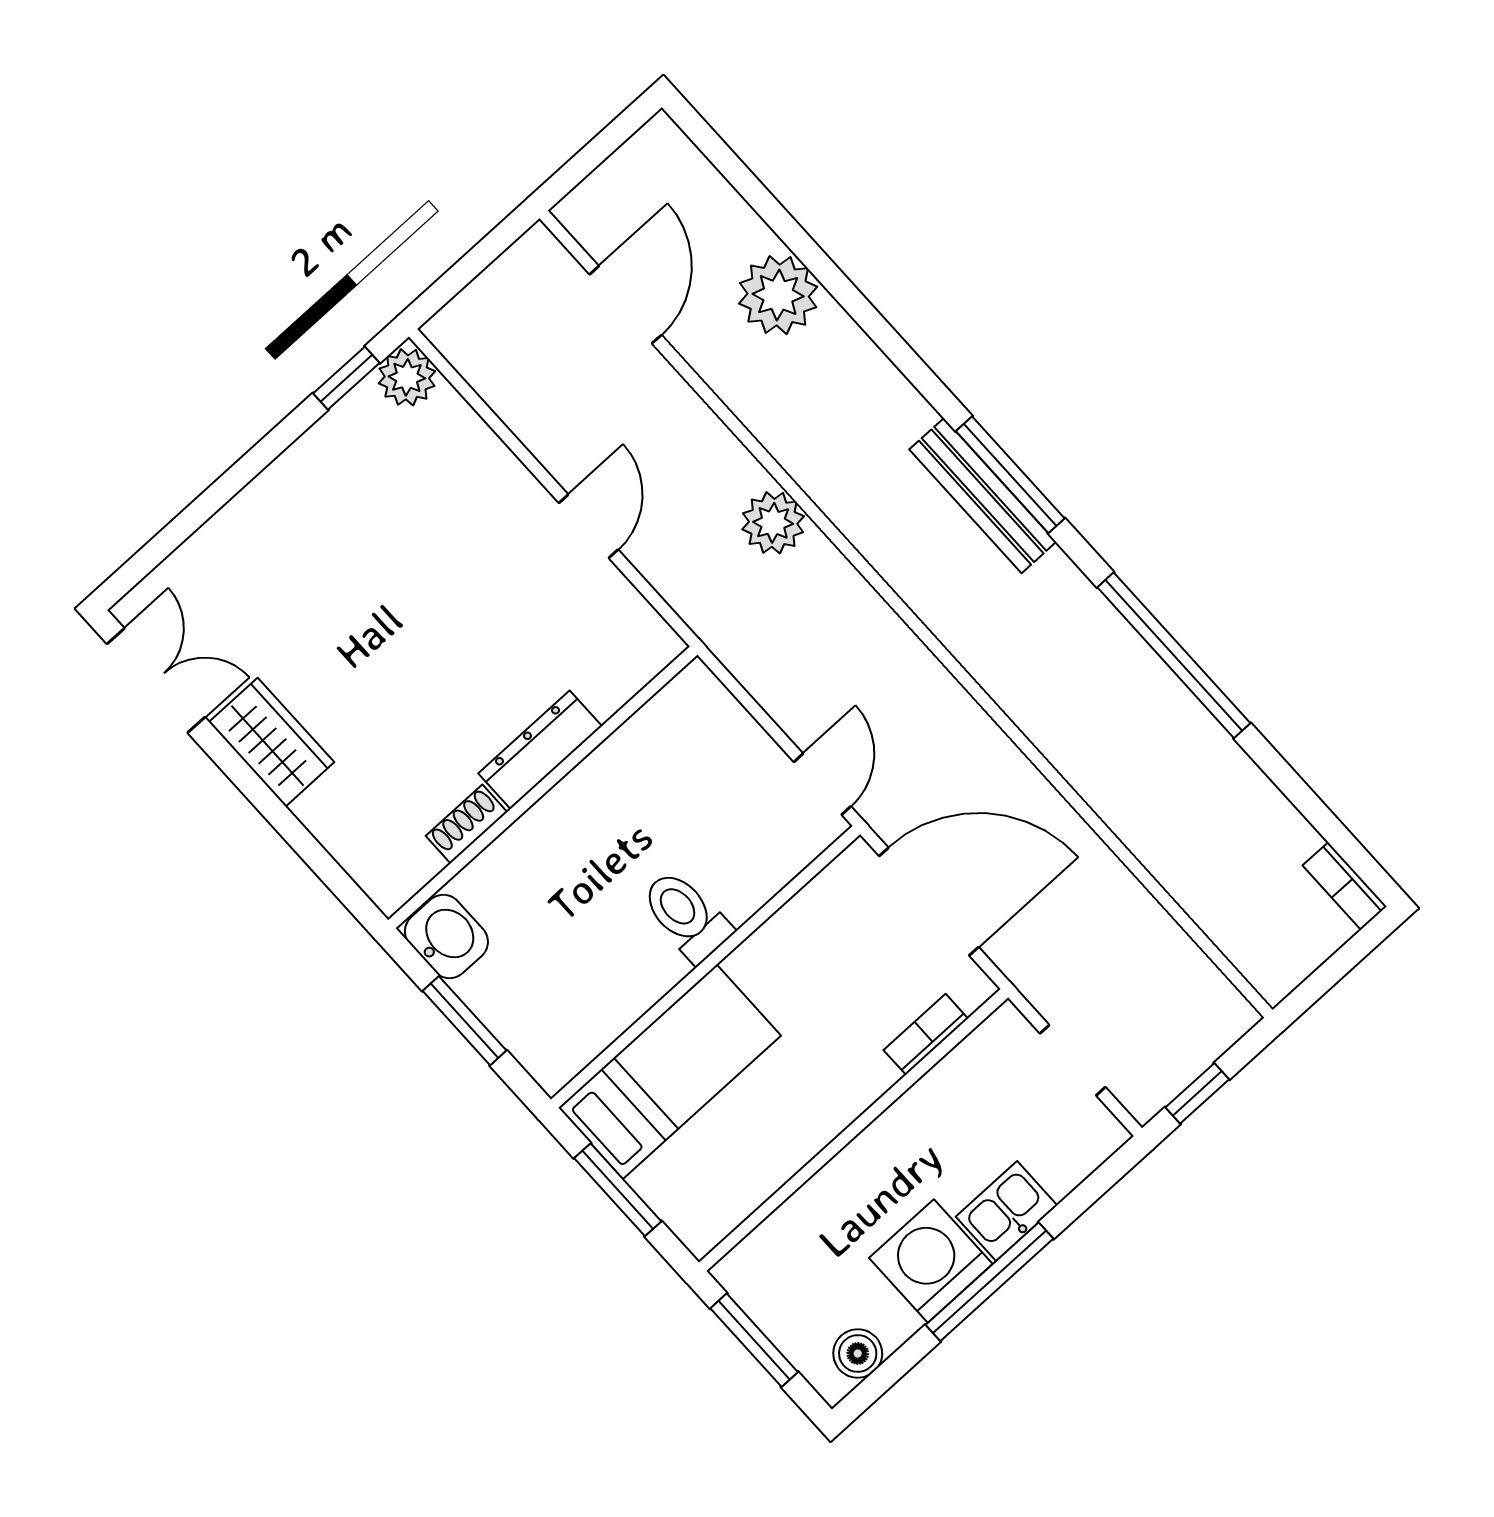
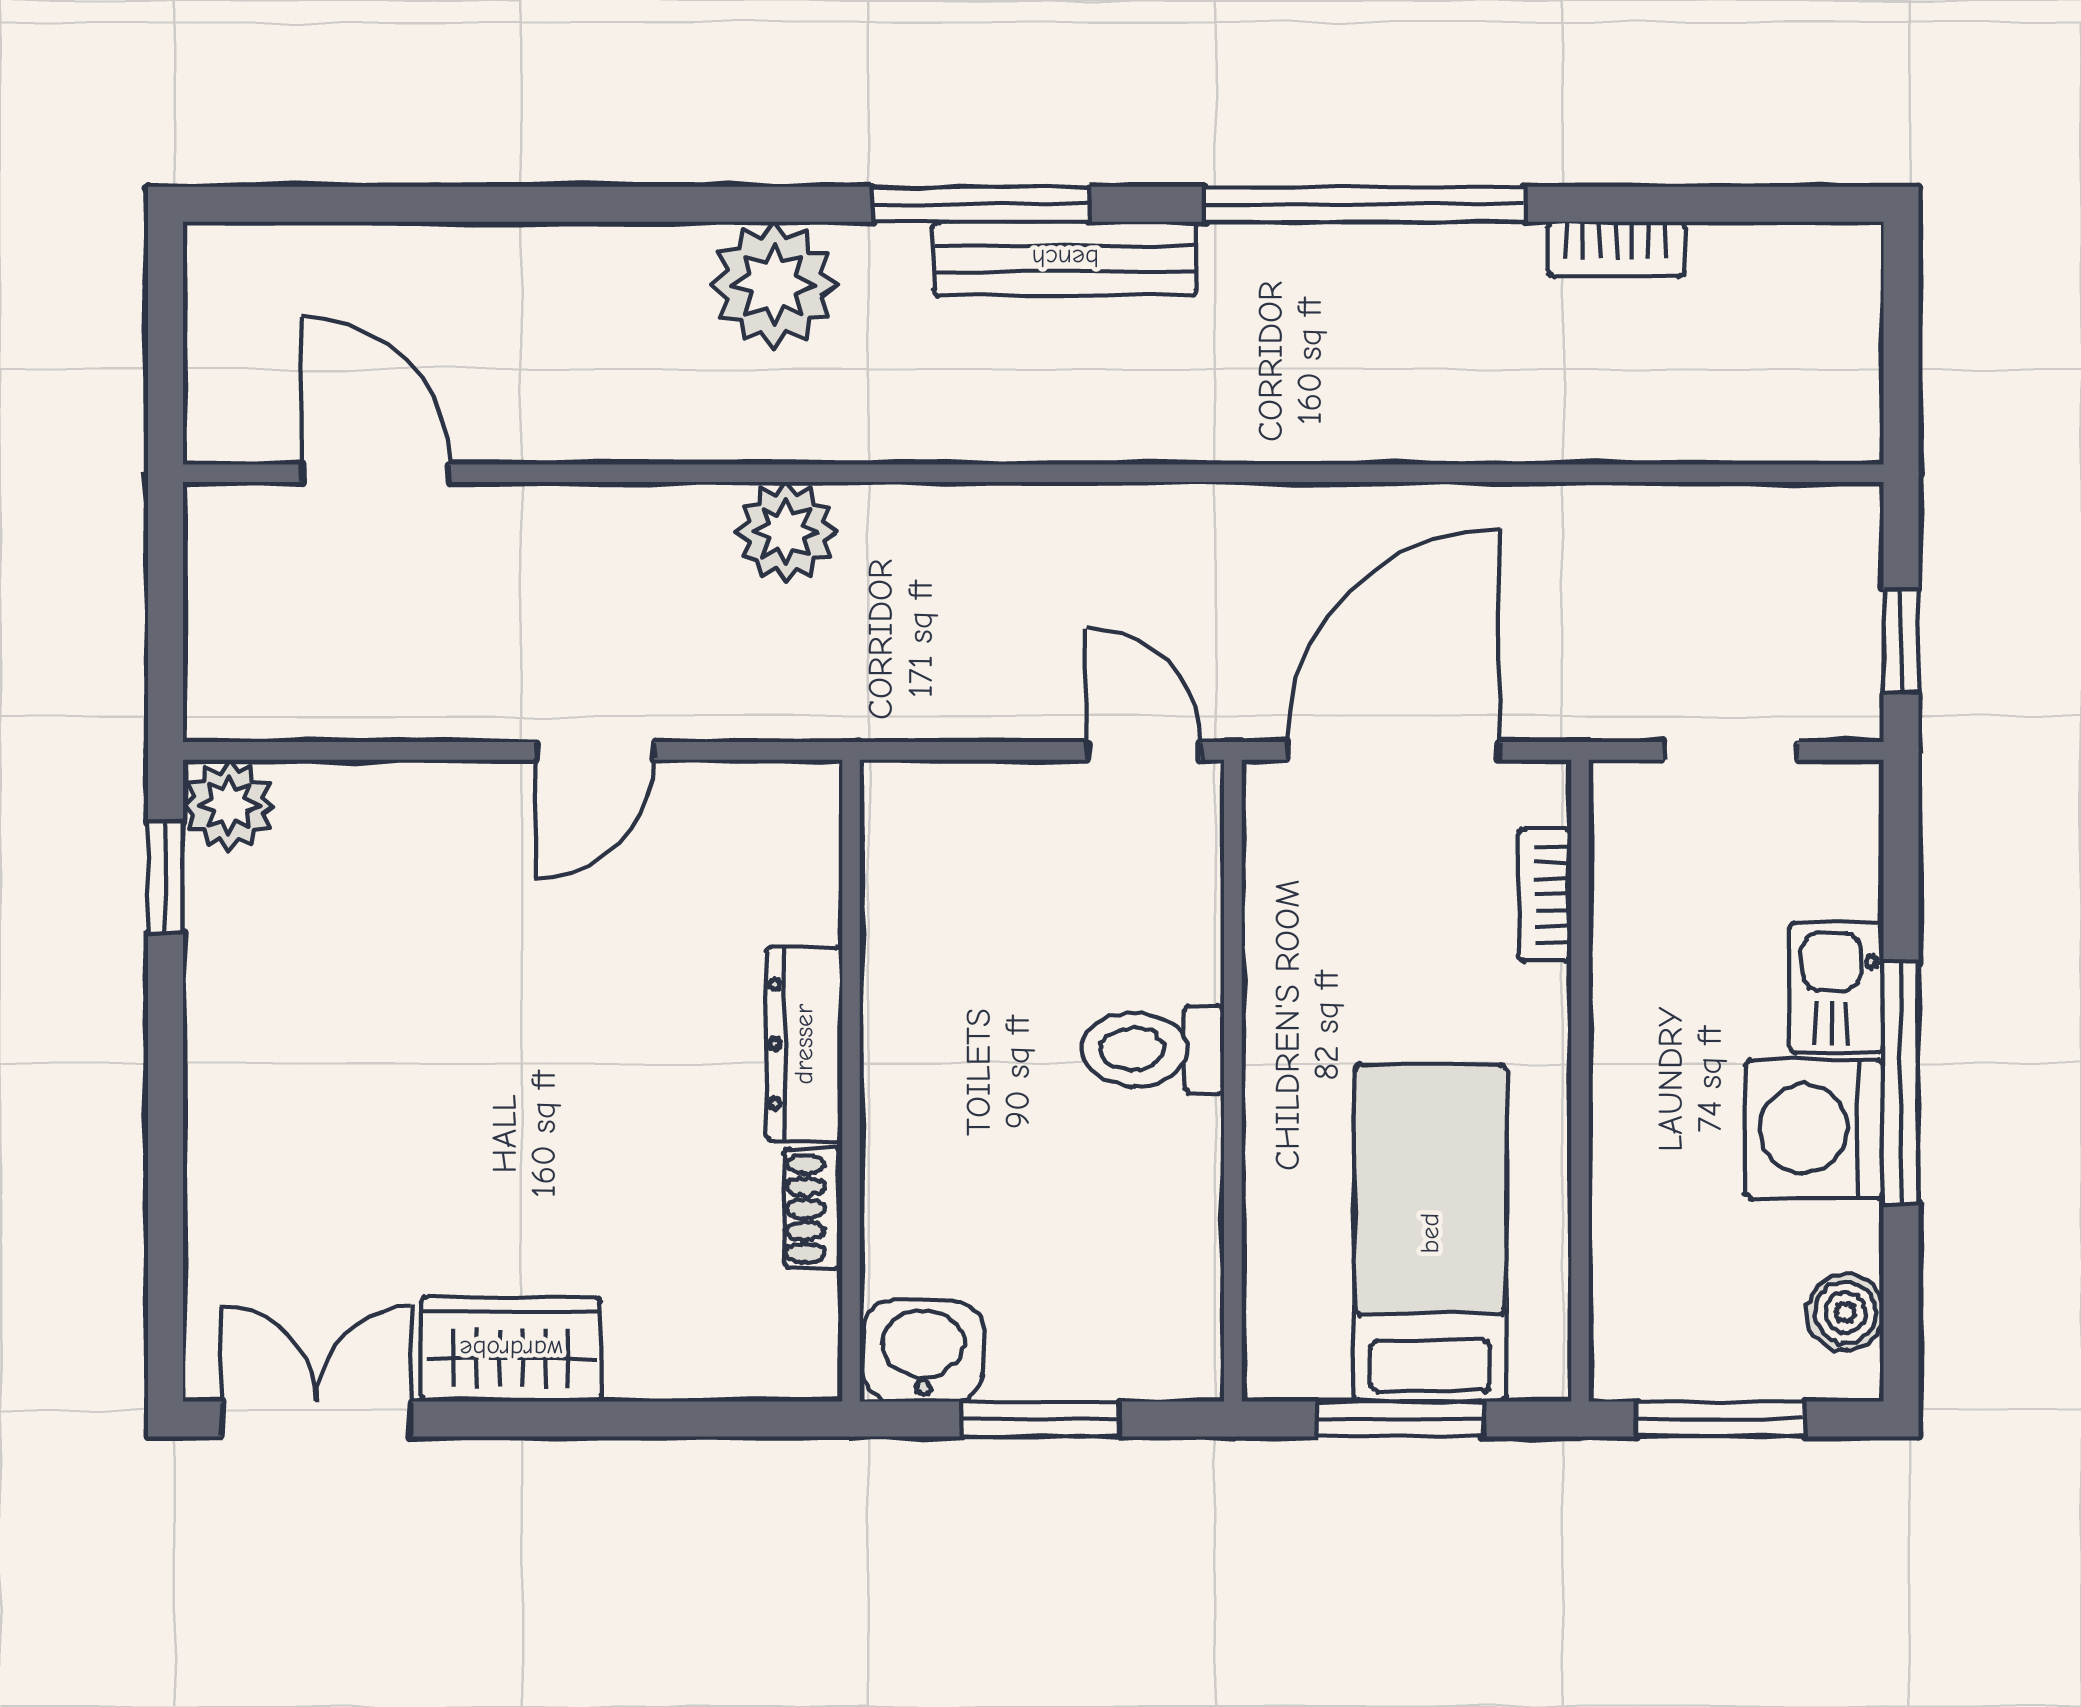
plant: (778, 295) -> (774, 285), moved
bench: (983, 496) -> (1065, 258), moved
door: (589, 526) -> (595, 751), swing flipped
bookcase: (1345, 886) -> (1616, 249), moved
bed: (670, 1072) -> (1430, 1233), moved

